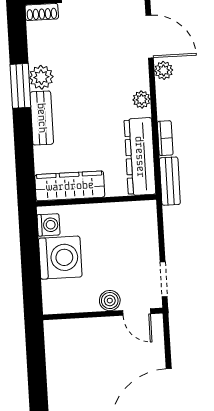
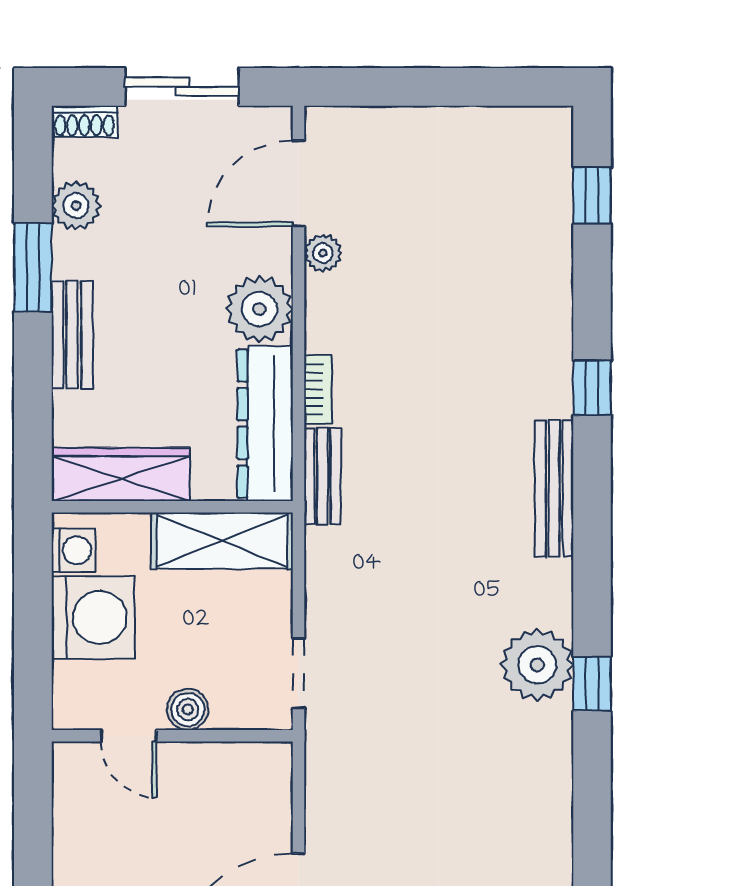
door: (150, 37) -> (298, 183), swing flipped
plant: (41, 77) -> (76, 206), moved
plant: (142, 99) -> (259, 309), width x1.88, depth x1.88
shelving: (122, 216) -> (222, 541), added
door: (137, 312) -> (129, 736), moved

